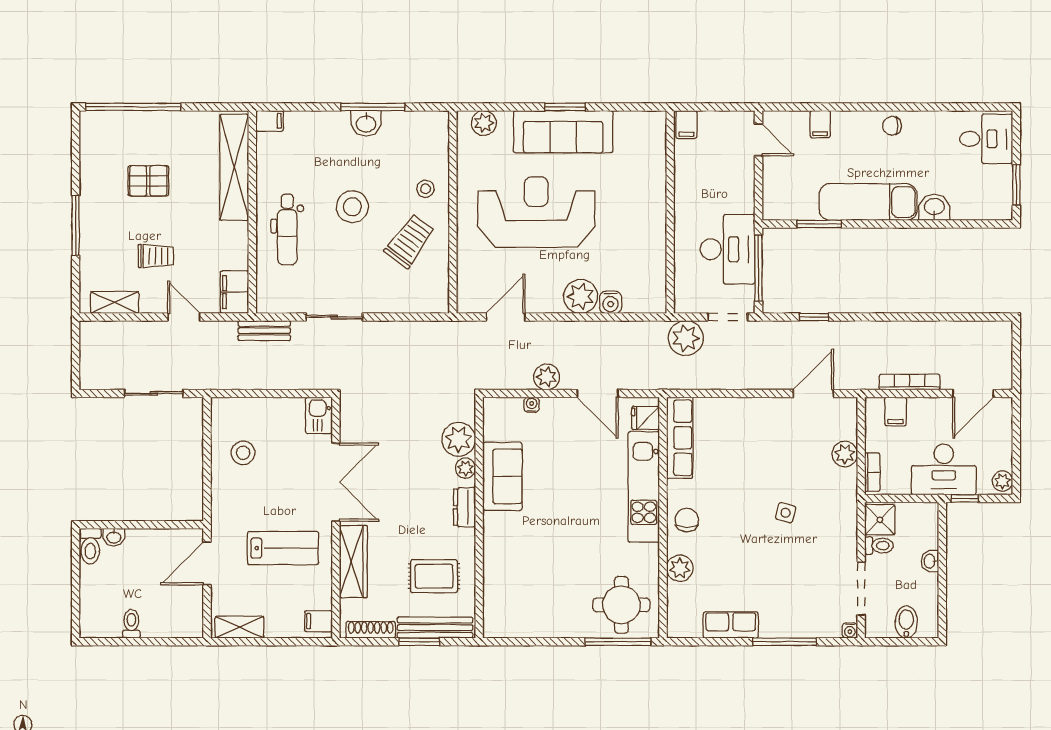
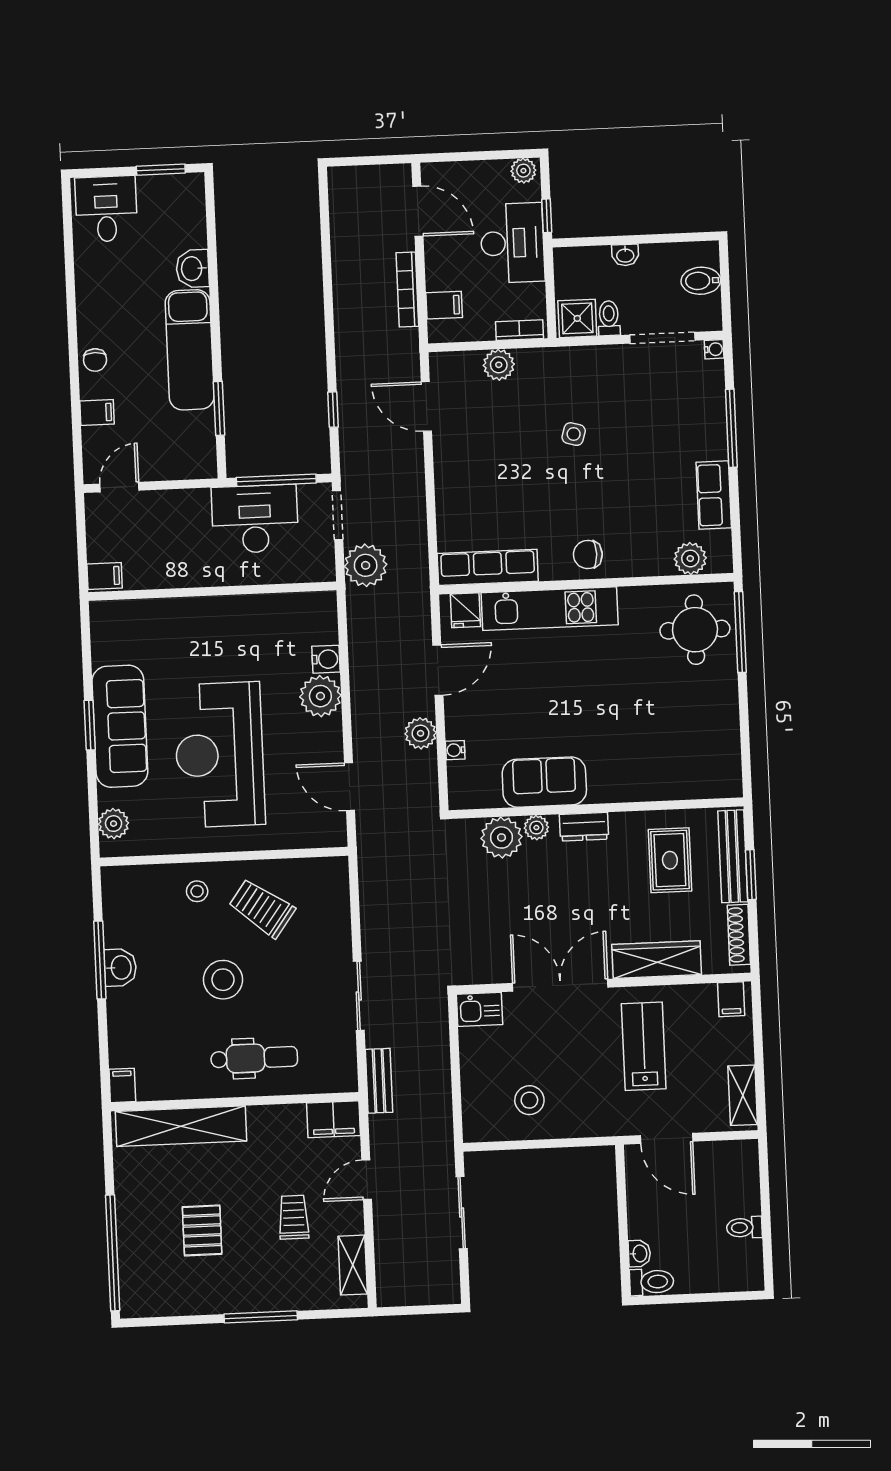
chair: (892, 126) -> (95, 360), moved
plant: (680, 568) -> (690, 559), moved

